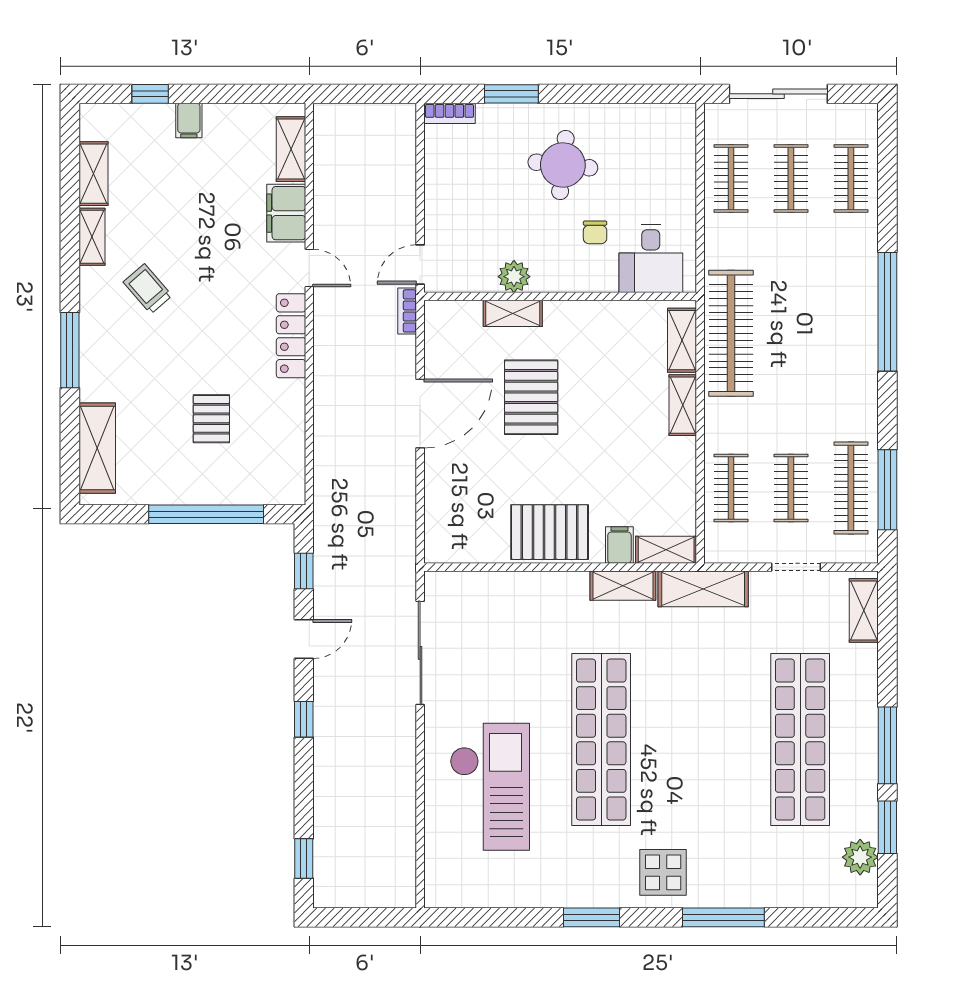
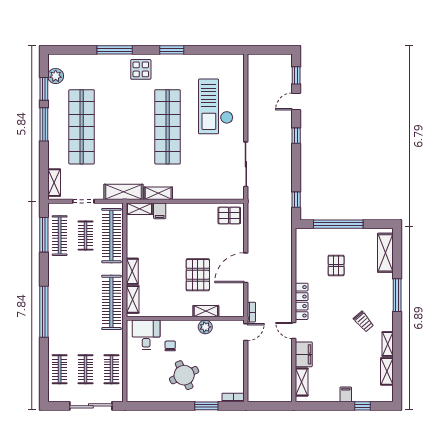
round table: (563, 165) -> (184, 375), turned -30
clothes rail: (731, 488) -> (111, 236), width x1.86, depth x1.31
pallet: (550, 532) -> (229, 216), moved, width x0.67, depth x0.71
door: (304, 639) -> (296, 102), moved

